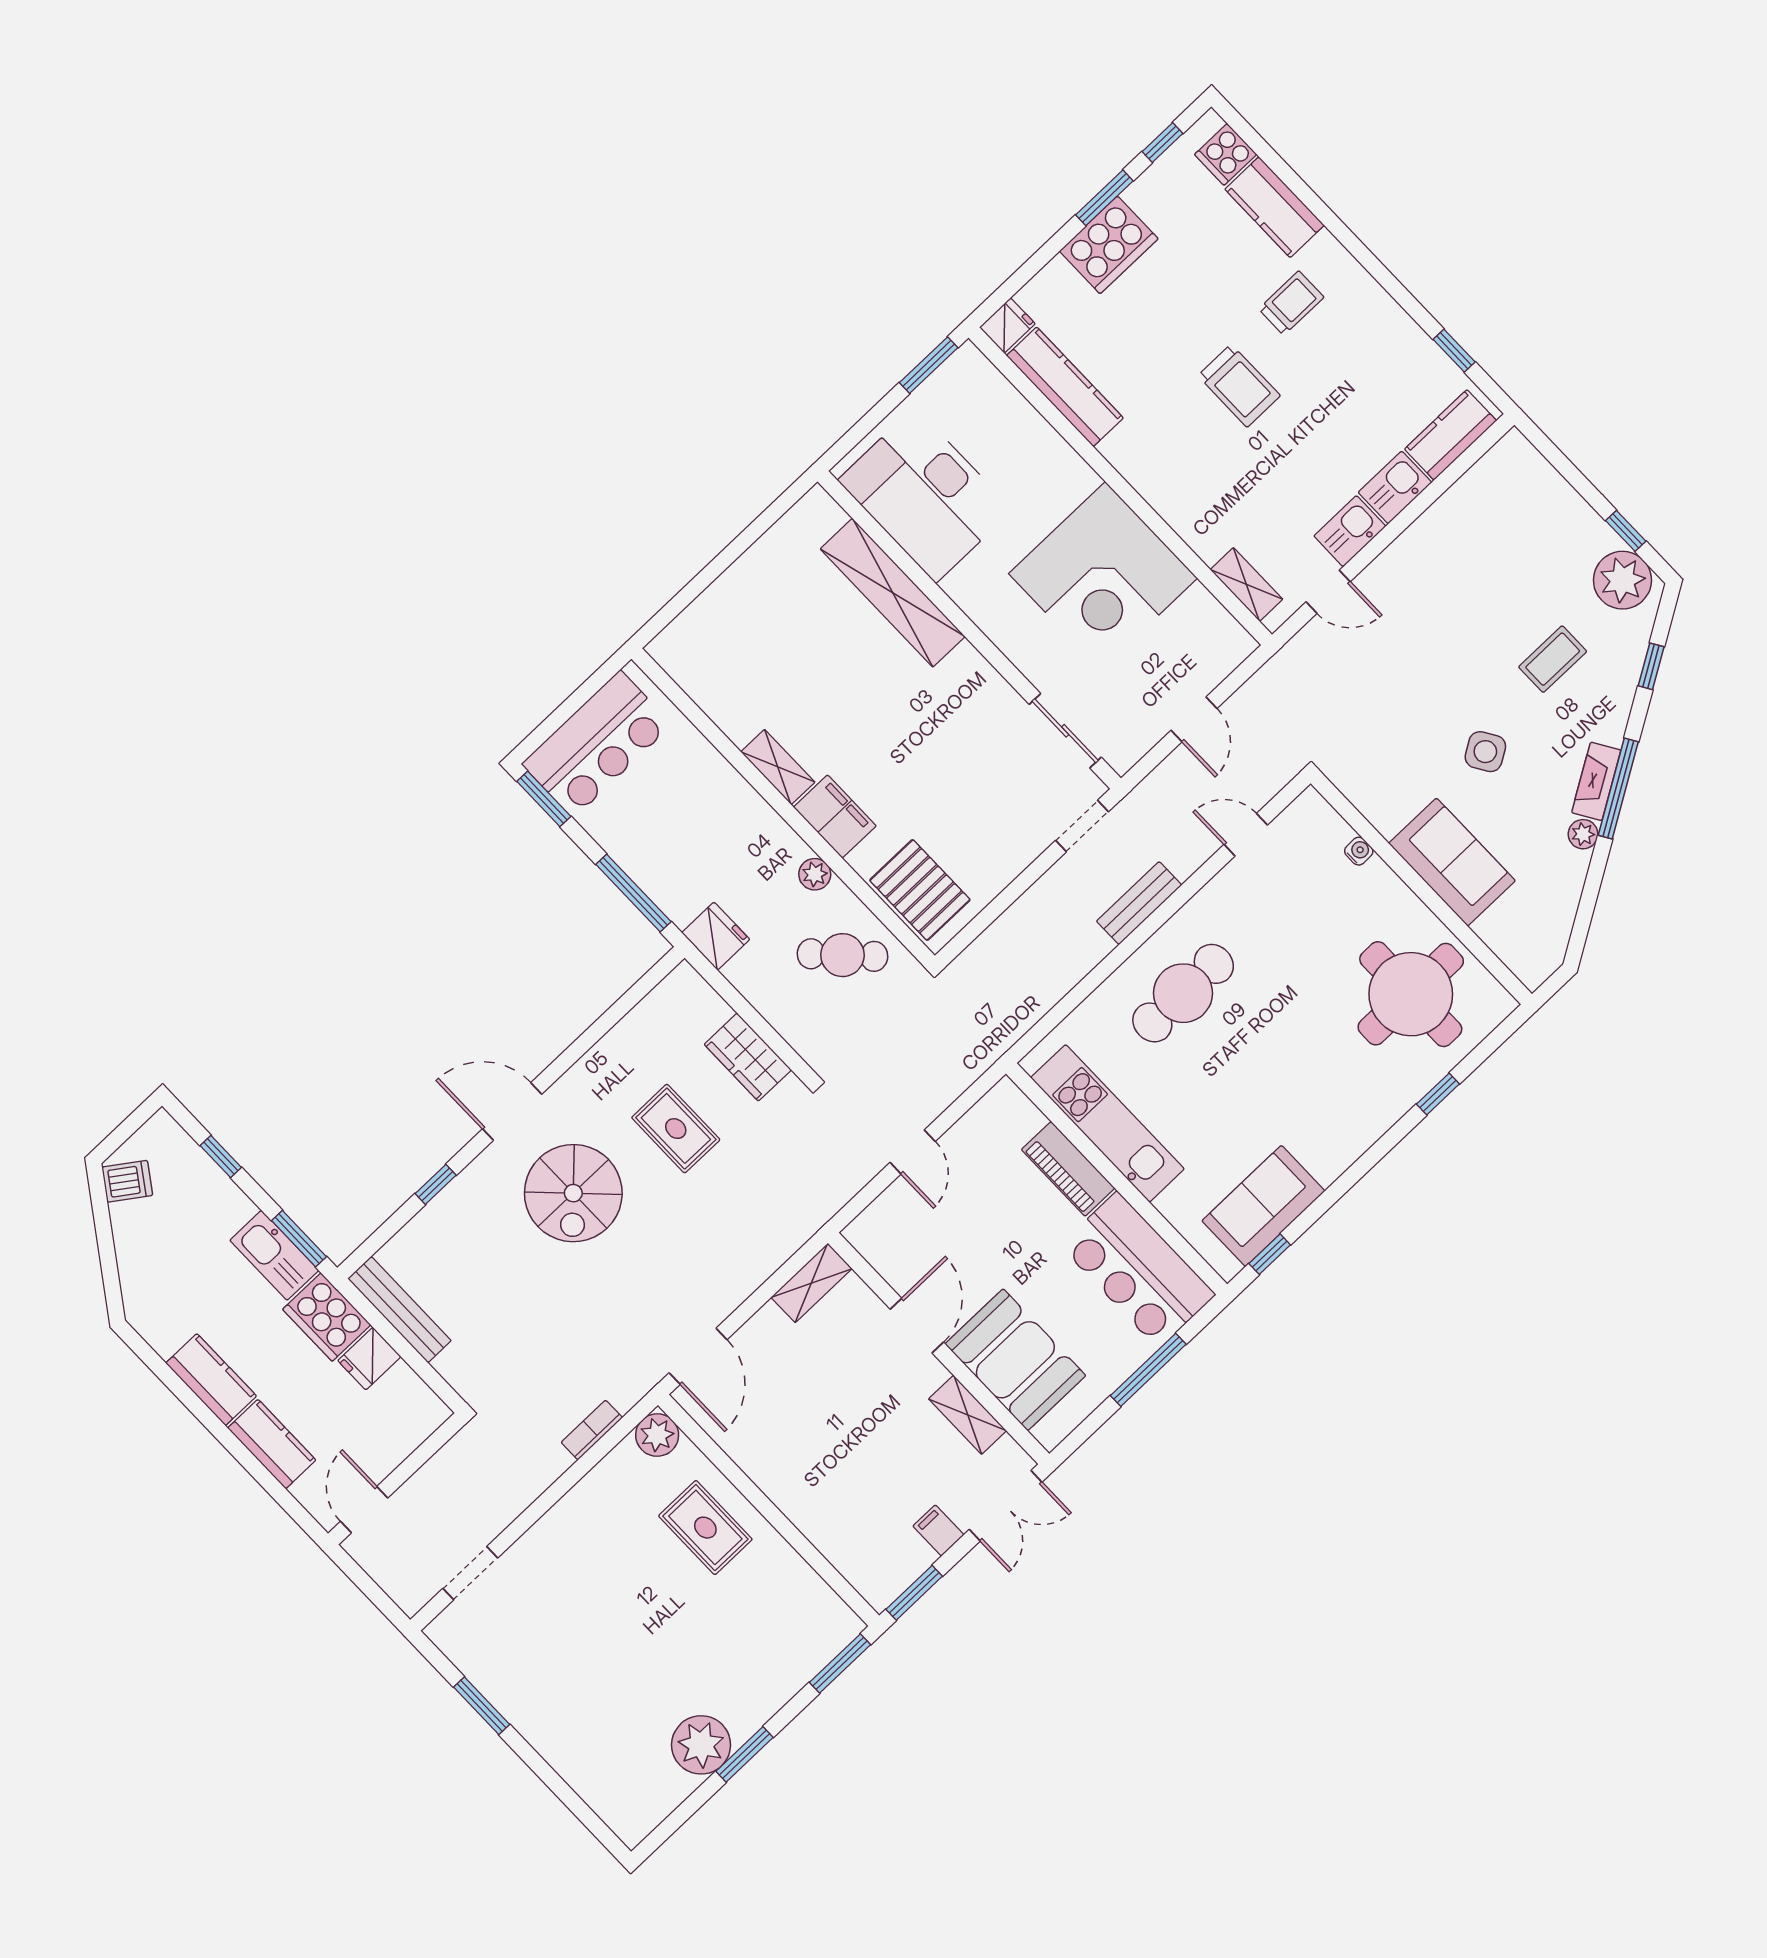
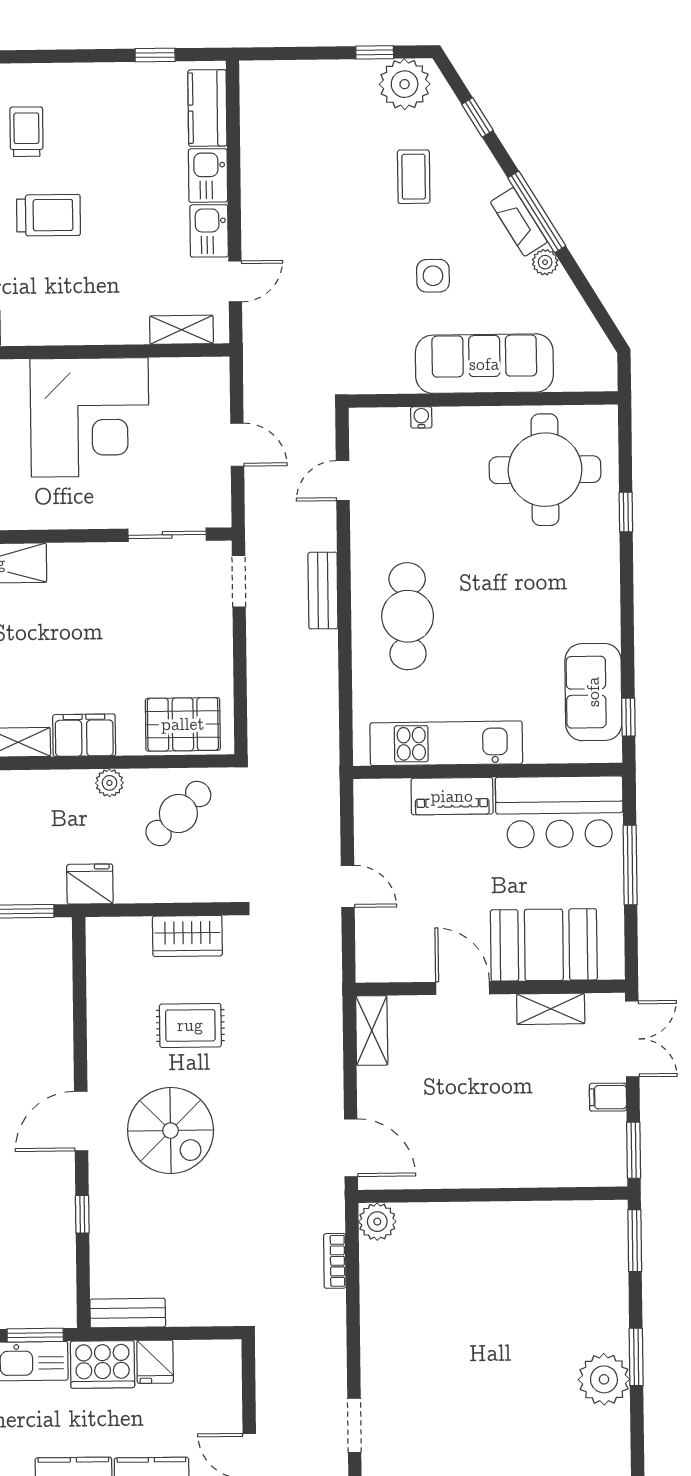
side table: (1485, 752) -> (433, 276), turned 32
sofa: (1452, 862) -> (484, 364), width x1.36
bench: (399, 1310) -> (128, 1313), width x0.73
rug: (705, 1528) -> (466, 1246), removed

